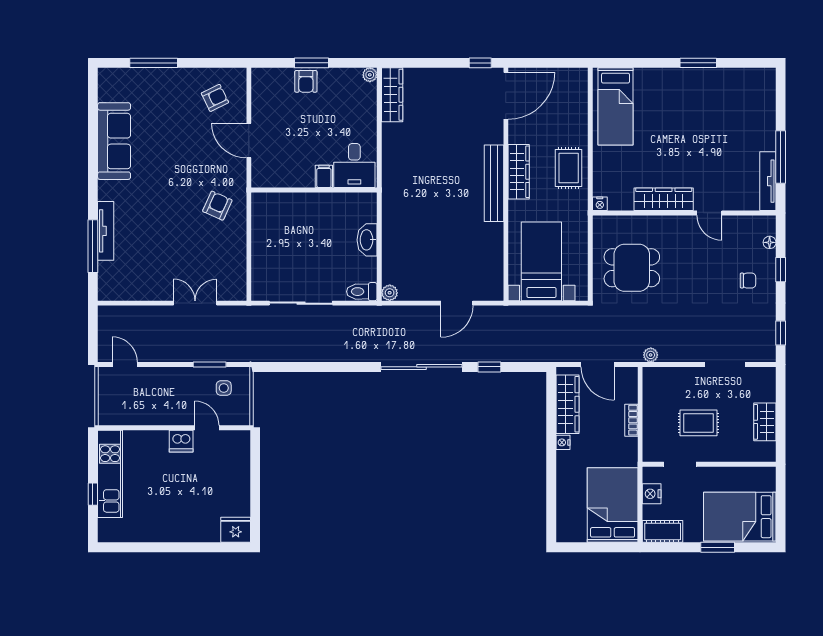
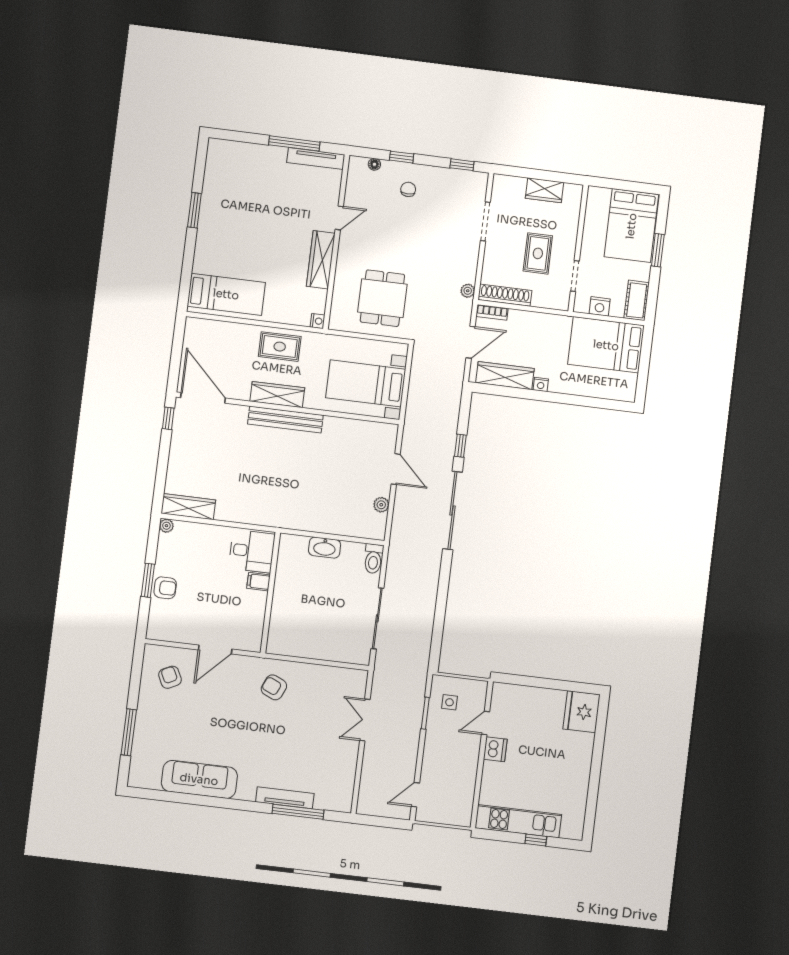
plant: (390, 293) -> (381, 505), moved
shoe rack: (651, 394) -> (505, 295), added
bookcase: (631, 420) -> (492, 312), moved
fridge: (236, 530) -> (581, 712), width x1.36, depth x1.34

